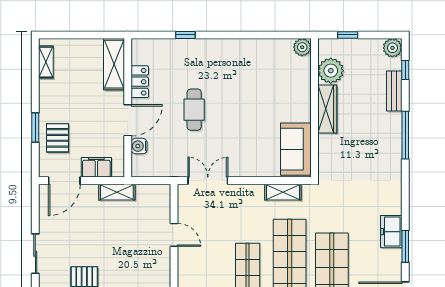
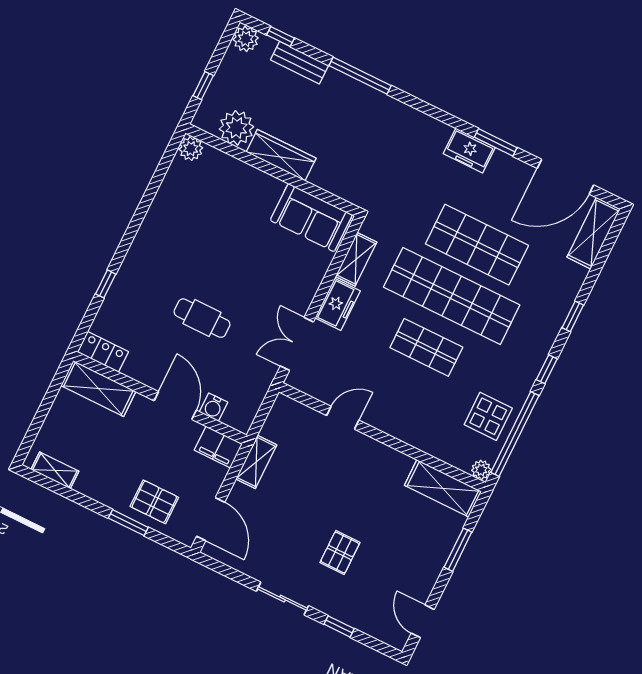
locker: (140, 82) -> (103, 352), moved
filing cabinet: (96, 167) -> (218, 447), moved, turned -90
freezer: (247, 195) -> (338, 304), added

